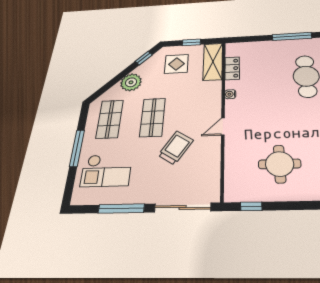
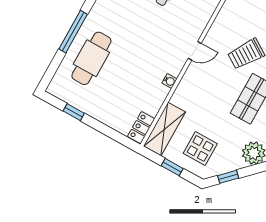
window: (292, 36) -> (74, 112), width x0.46
locker: (232, 68) -> (141, 128), moved

